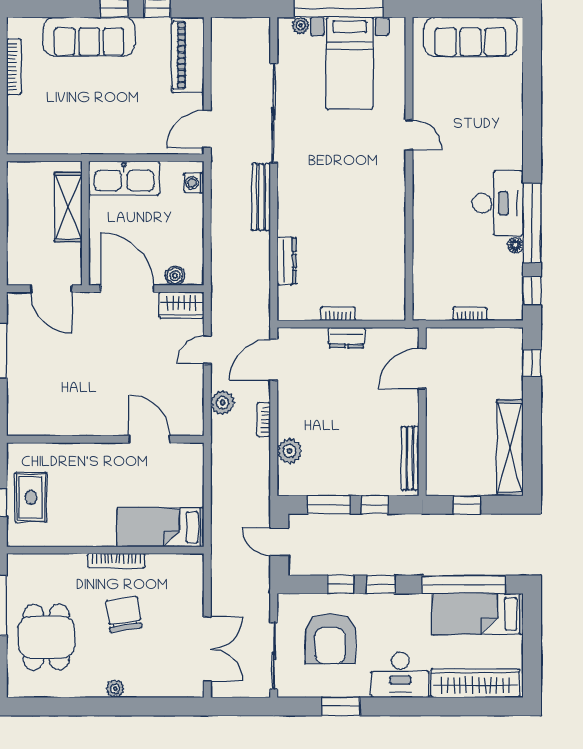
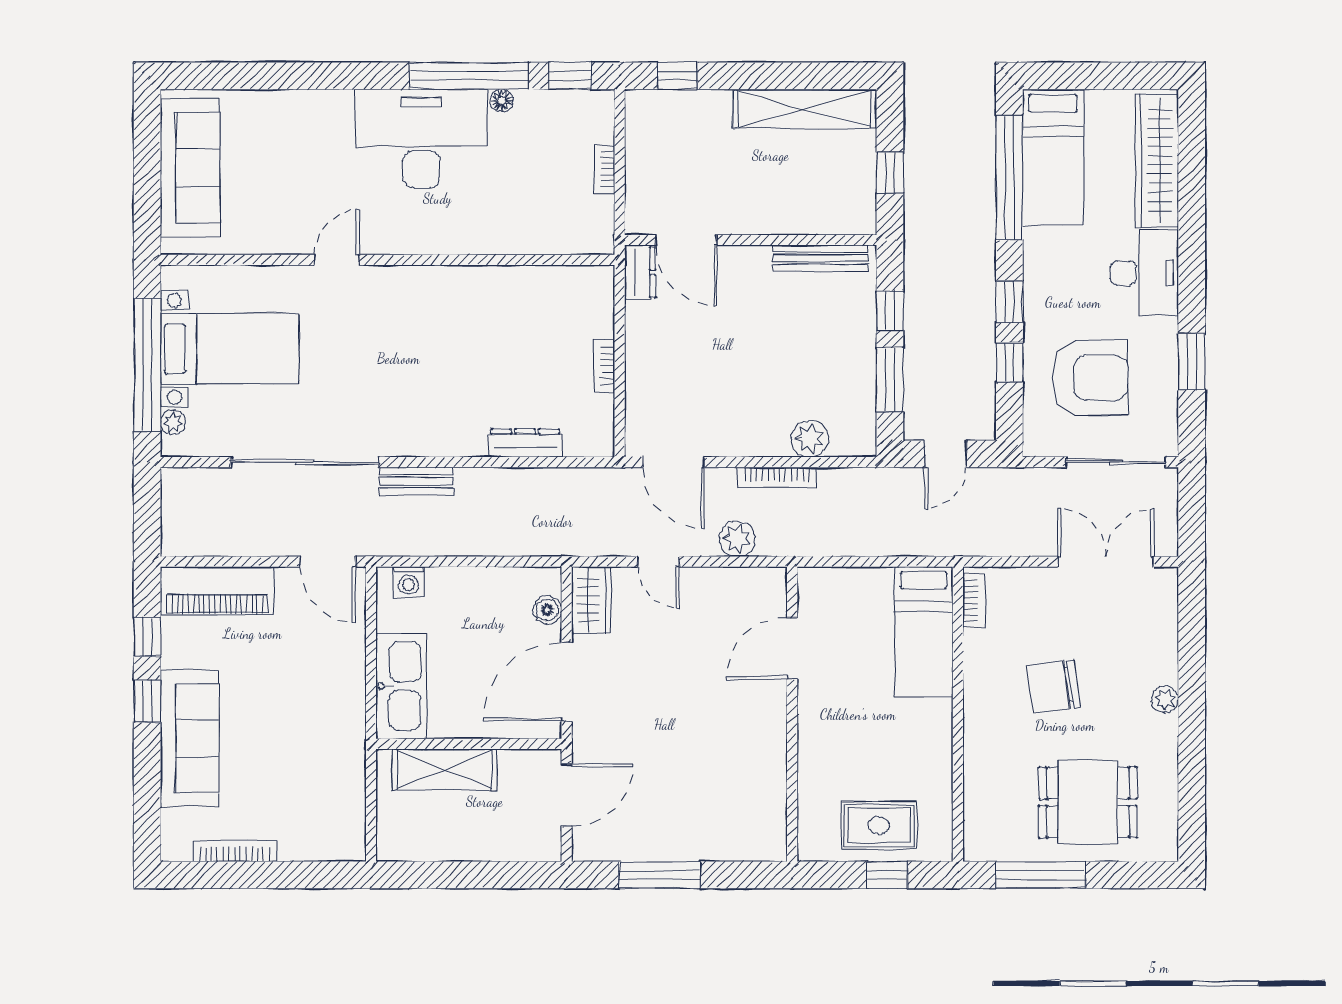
bench: (261, 197) -> (416, 481), width x0.73
desk: (498, 203) -> (421, 139), width x1.36, depth x1.30
dresser: (346, 338) -> (640, 272), moved
bookcase: (264, 420) -> (777, 477), width x1.56
bookcase: (116, 561) -> (974, 600), moved, width x0.64

